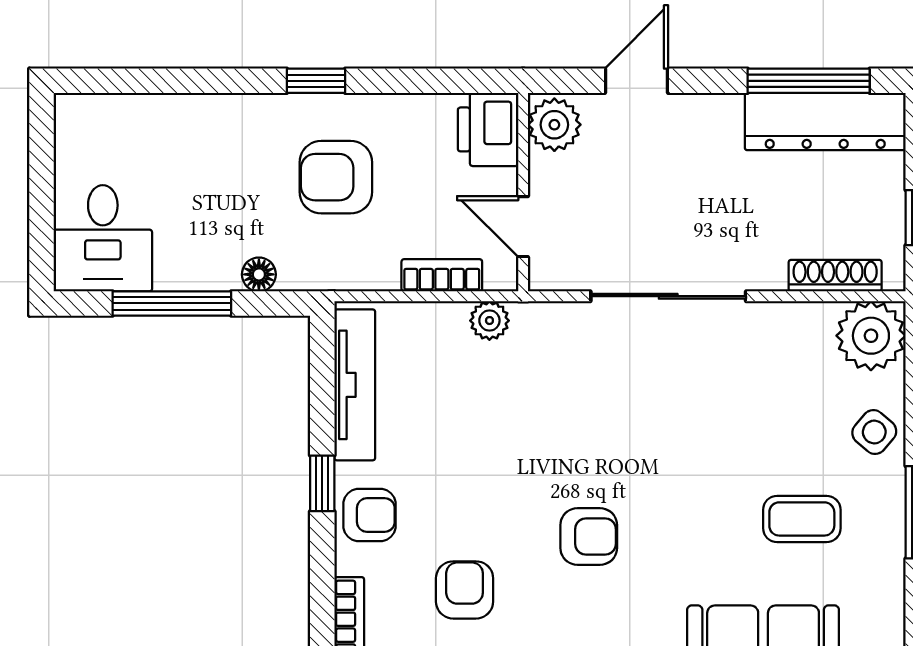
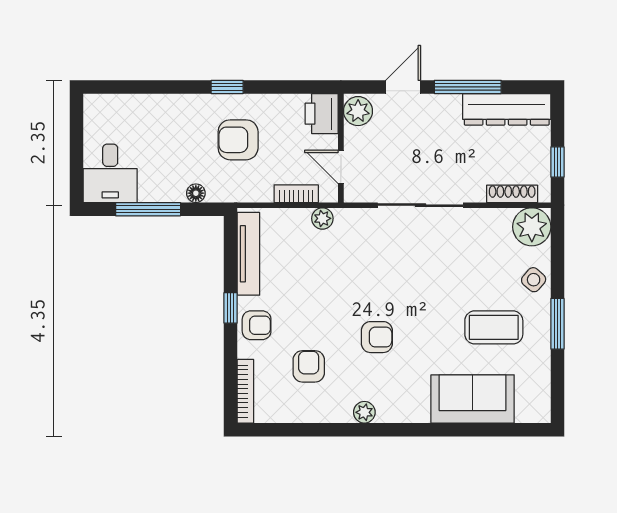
window: (809, 81) -> (468, 87), moved
coffee table: (802, 519) -> (494, 327), width x1.36, depth x1.30

